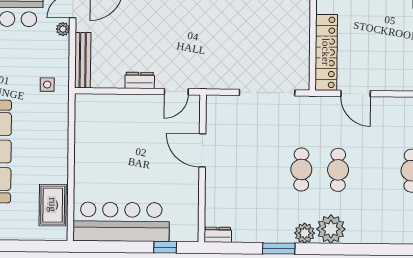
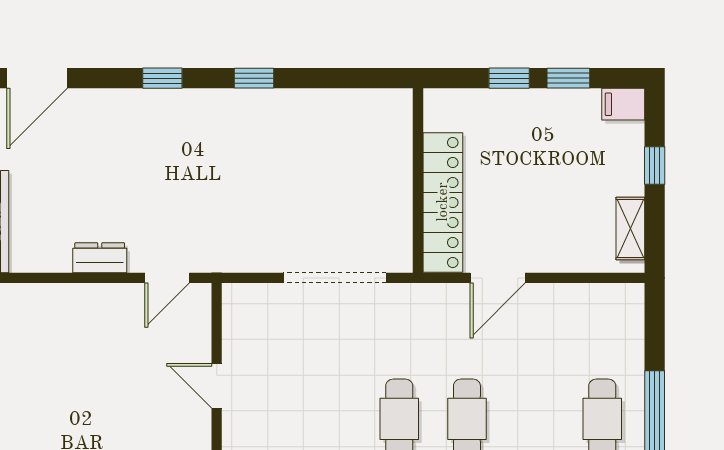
door: (356, 94) -> (498, 278), hinge flipped
door: (202, 150) -> (217, 386), width x0.73

